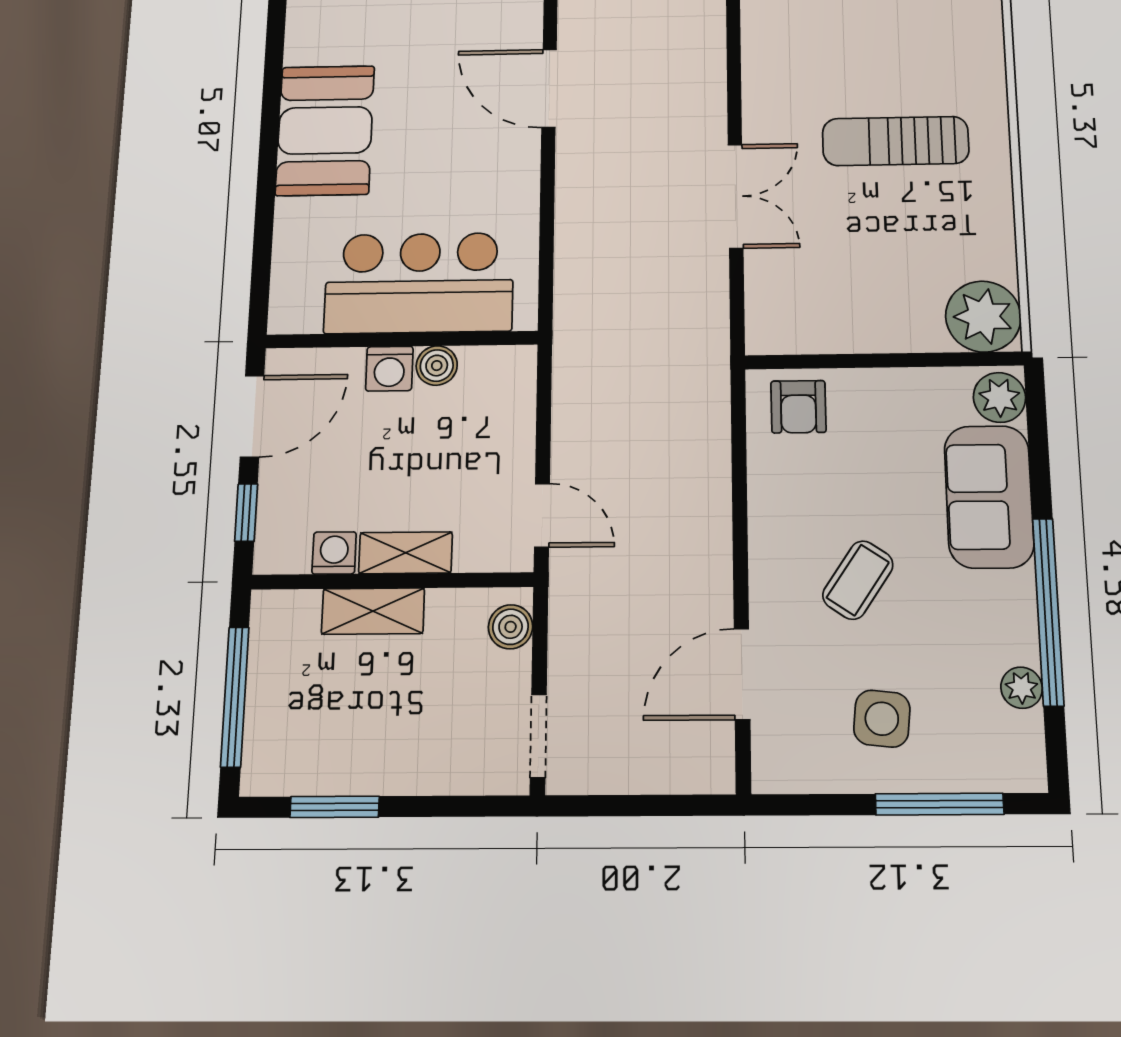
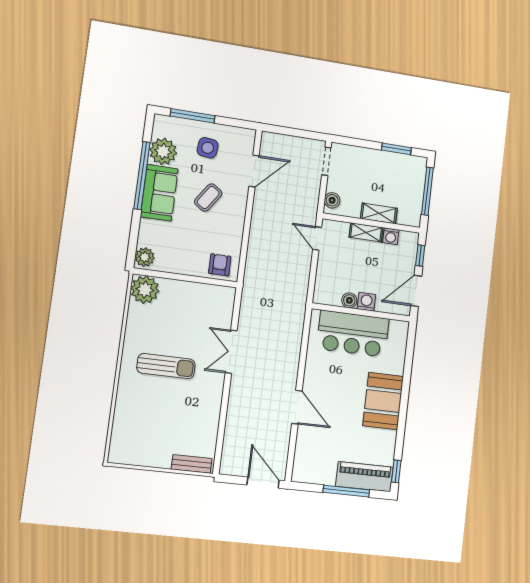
sofa: (989, 497) -> (159, 193), moved
plant: (1022, 688) -> (163, 151), width x1.88, depth x1.88

